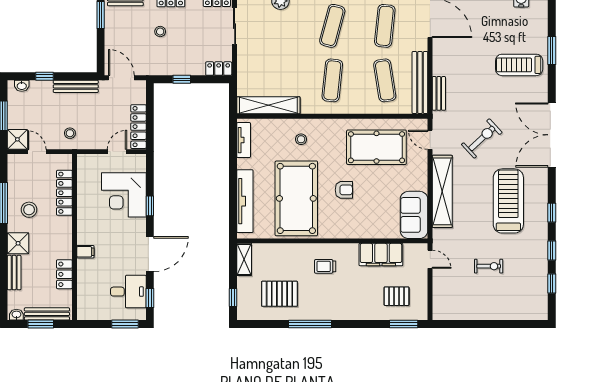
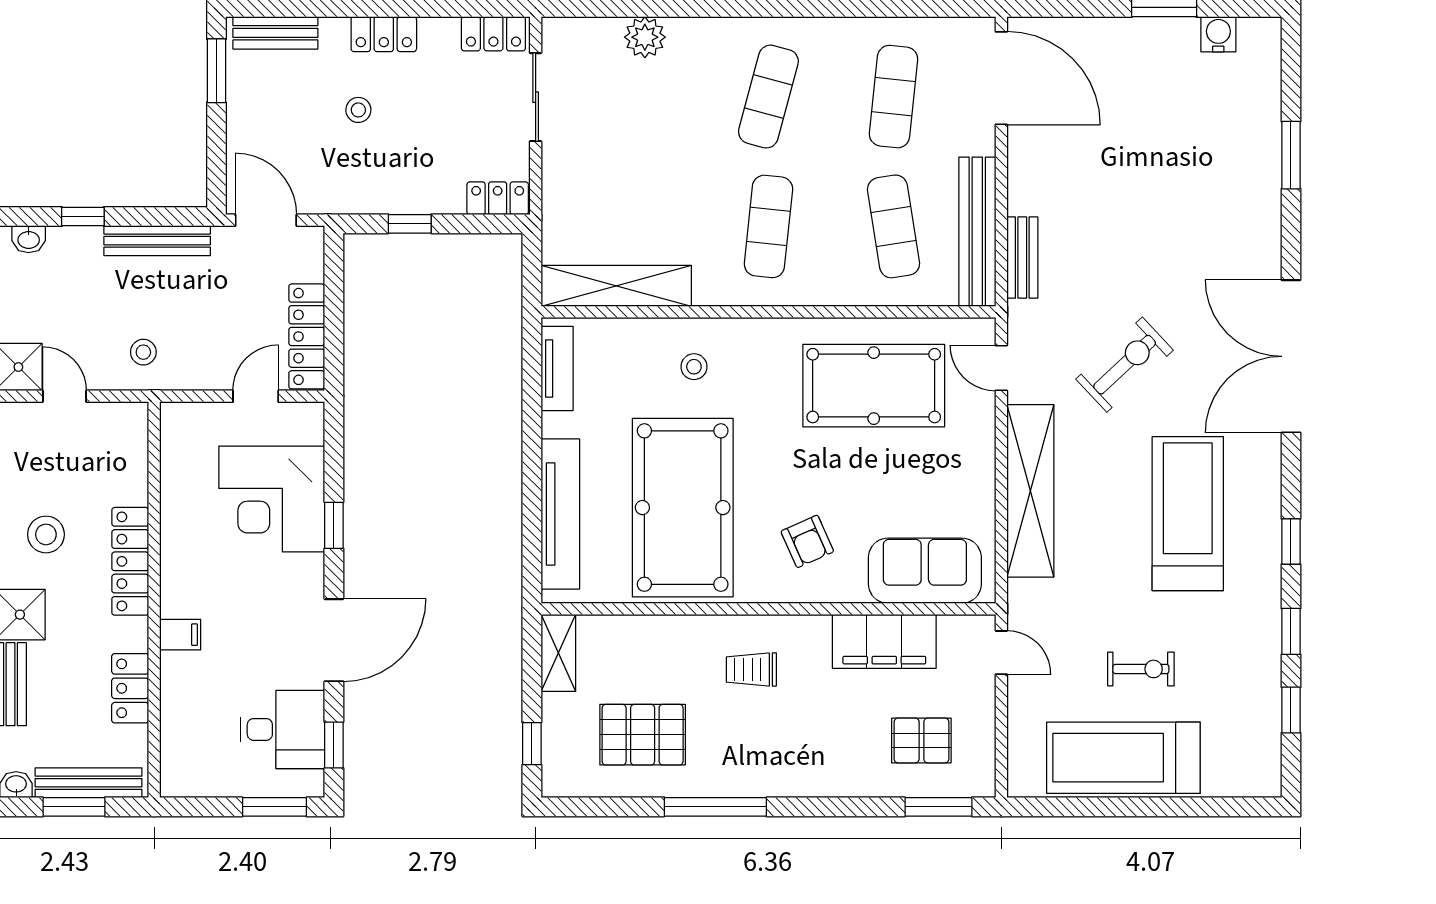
treadmill: (519, 65) -> (1123, 758), moved, width x1.37, depth x1.38
armchair: (344, 190) -> (807, 541), moved, turned 66
locker: (64, 193) -> (130, 561), moved
sofa: (414, 215) -> (925, 571), moved, turned 90

